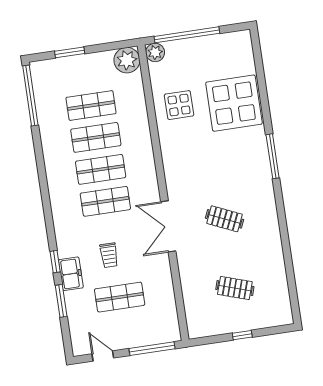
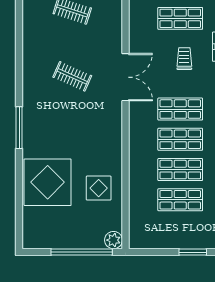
plant: (127, 60) -> (141, 237), removed

